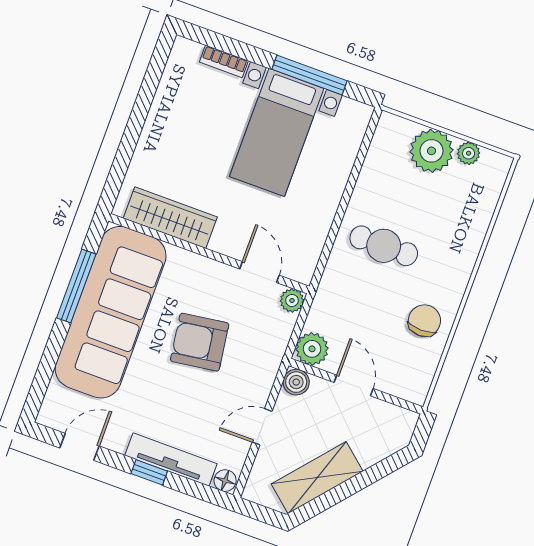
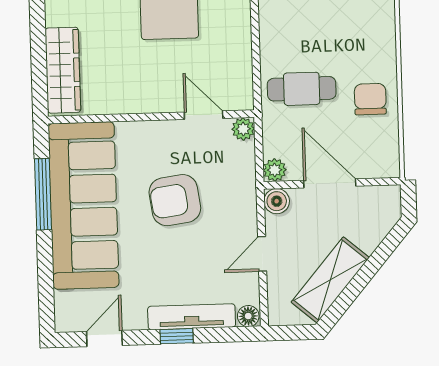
wardrobe: (170, 218) -> (63, 70), moved, turned 90
cafe table: (384, 246) -> (302, 89), moved
plant: (312, 349) -> (275, 170), width x0.73, depth x0.73
door: (354, 385) -> (330, 183), width x1.38

